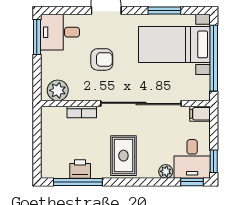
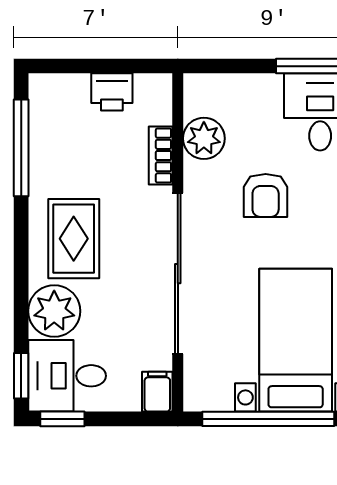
plant: (58, 90) -> (204, 138), moved
rug: (123, 156) -> (74, 239), turned 90
printer: (80, 169) -> (112, 92), moved, turned 90
plant: (166, 171) -> (54, 311), width x1.87, depth x1.87

